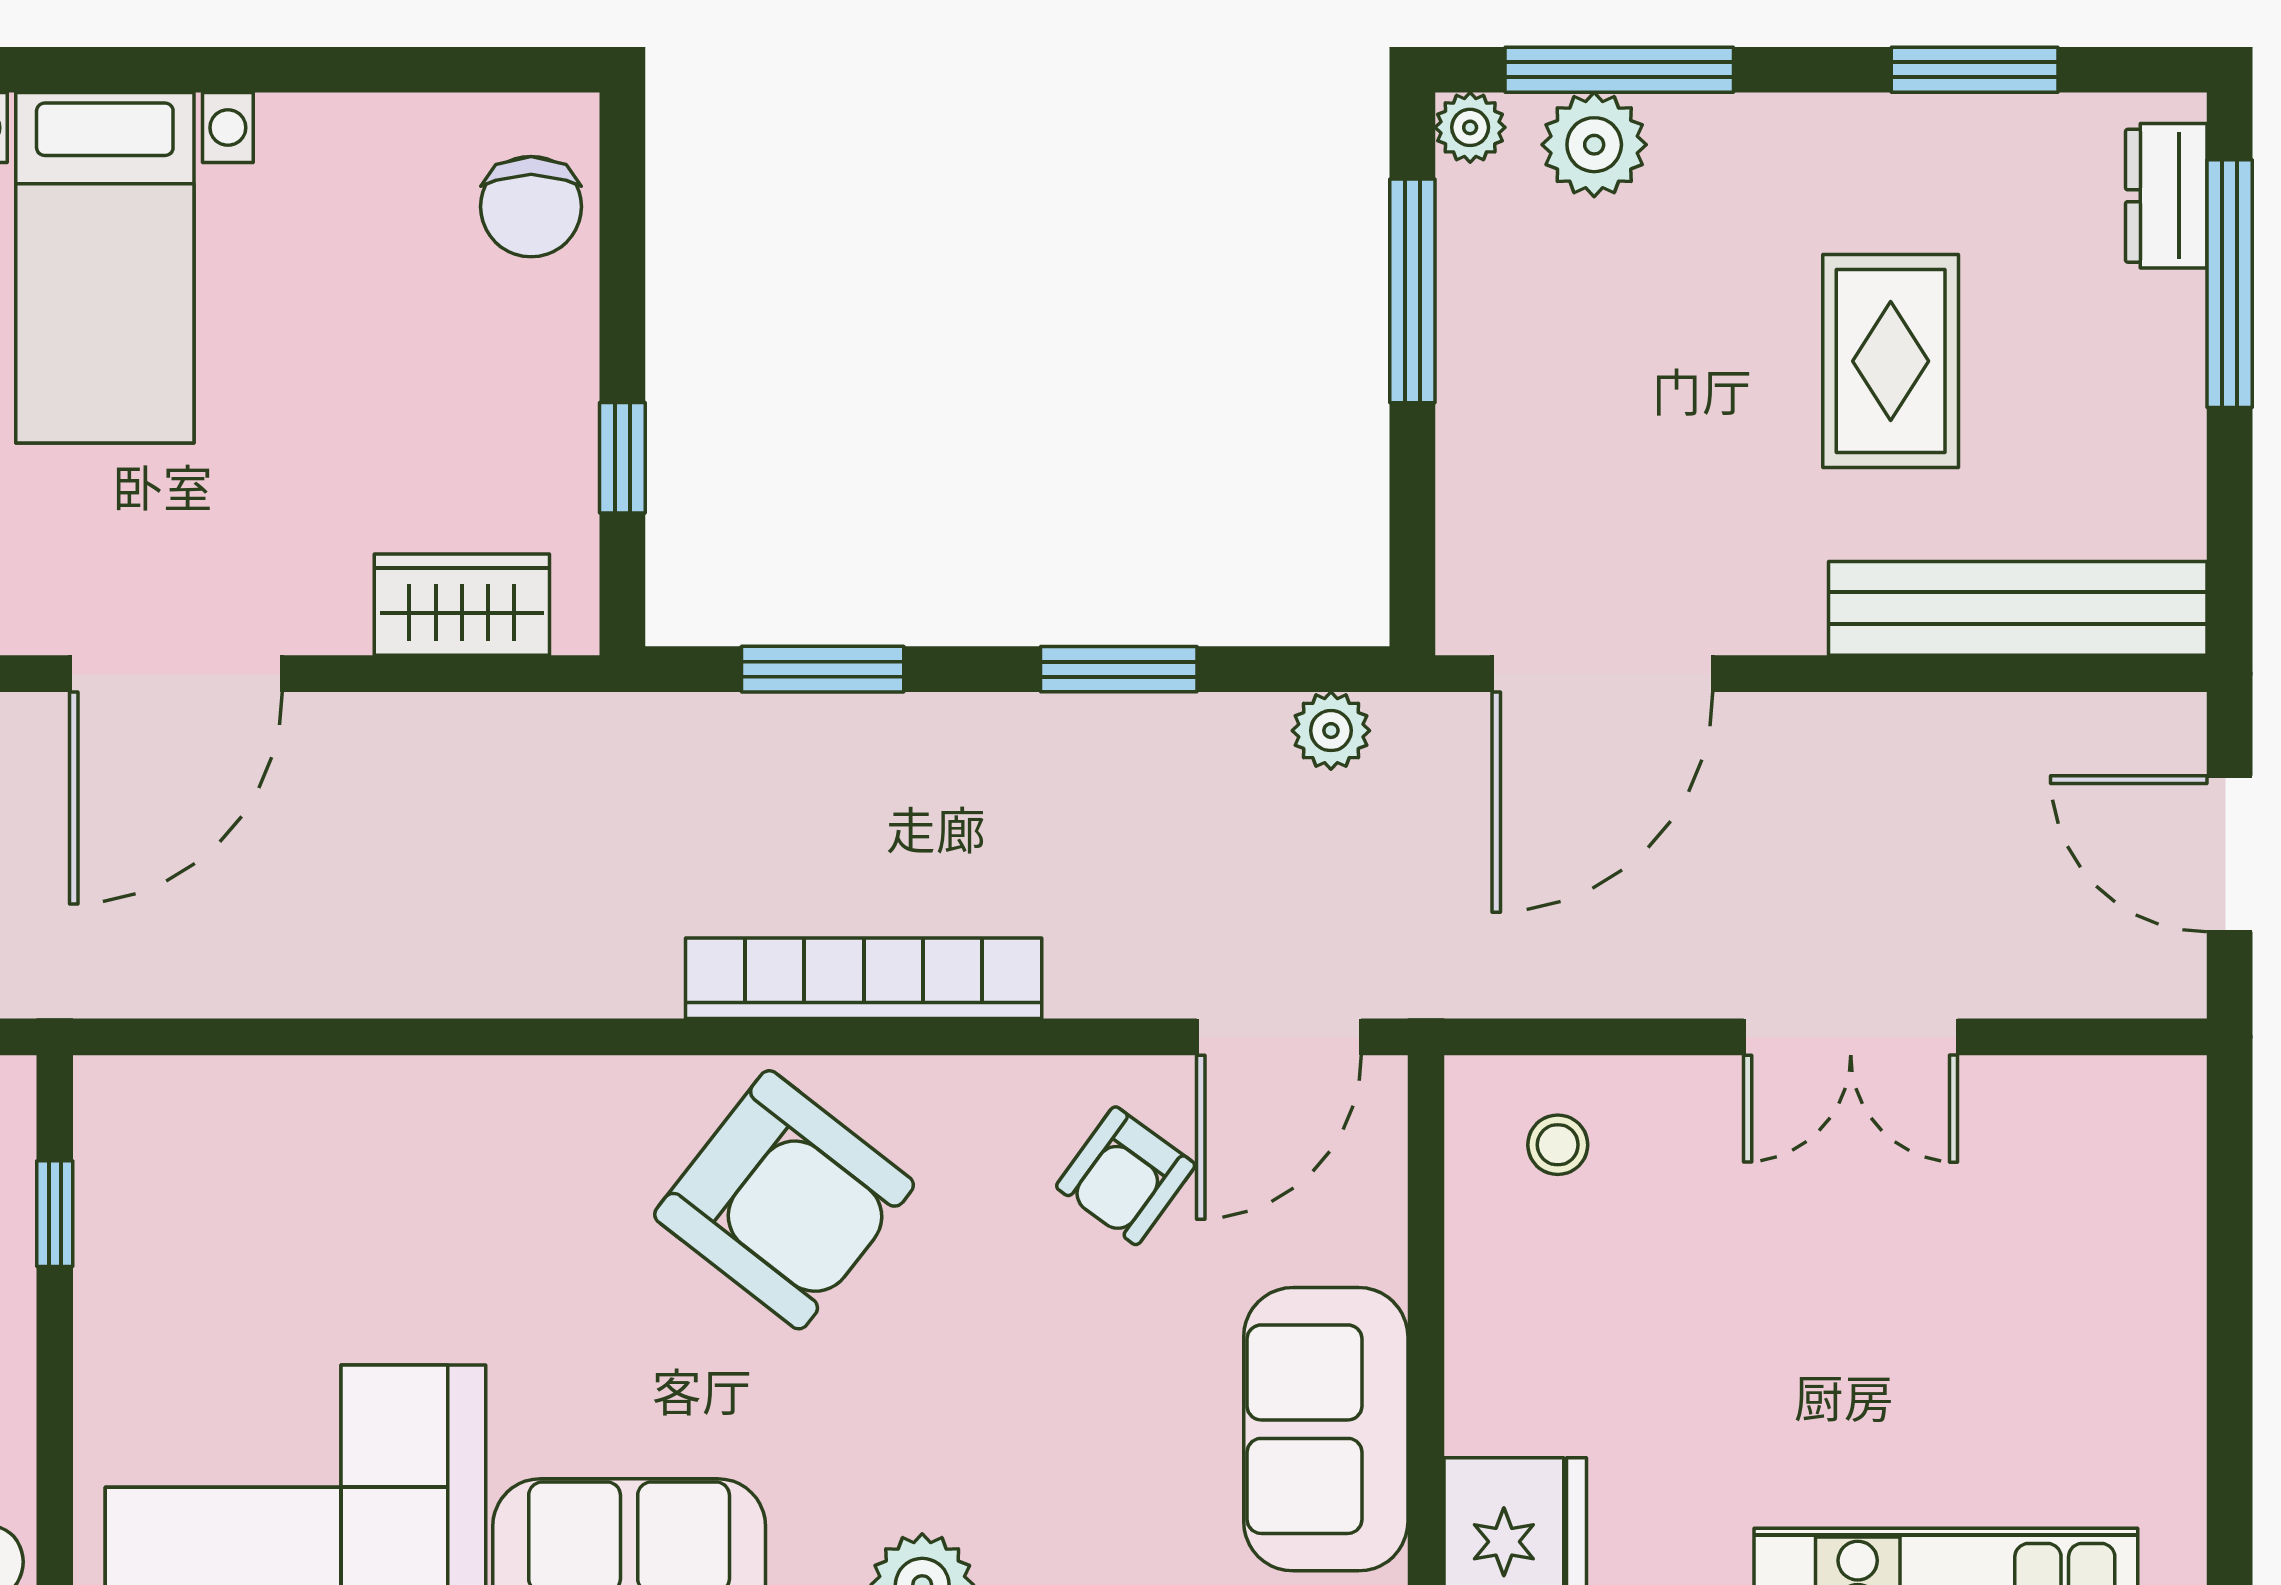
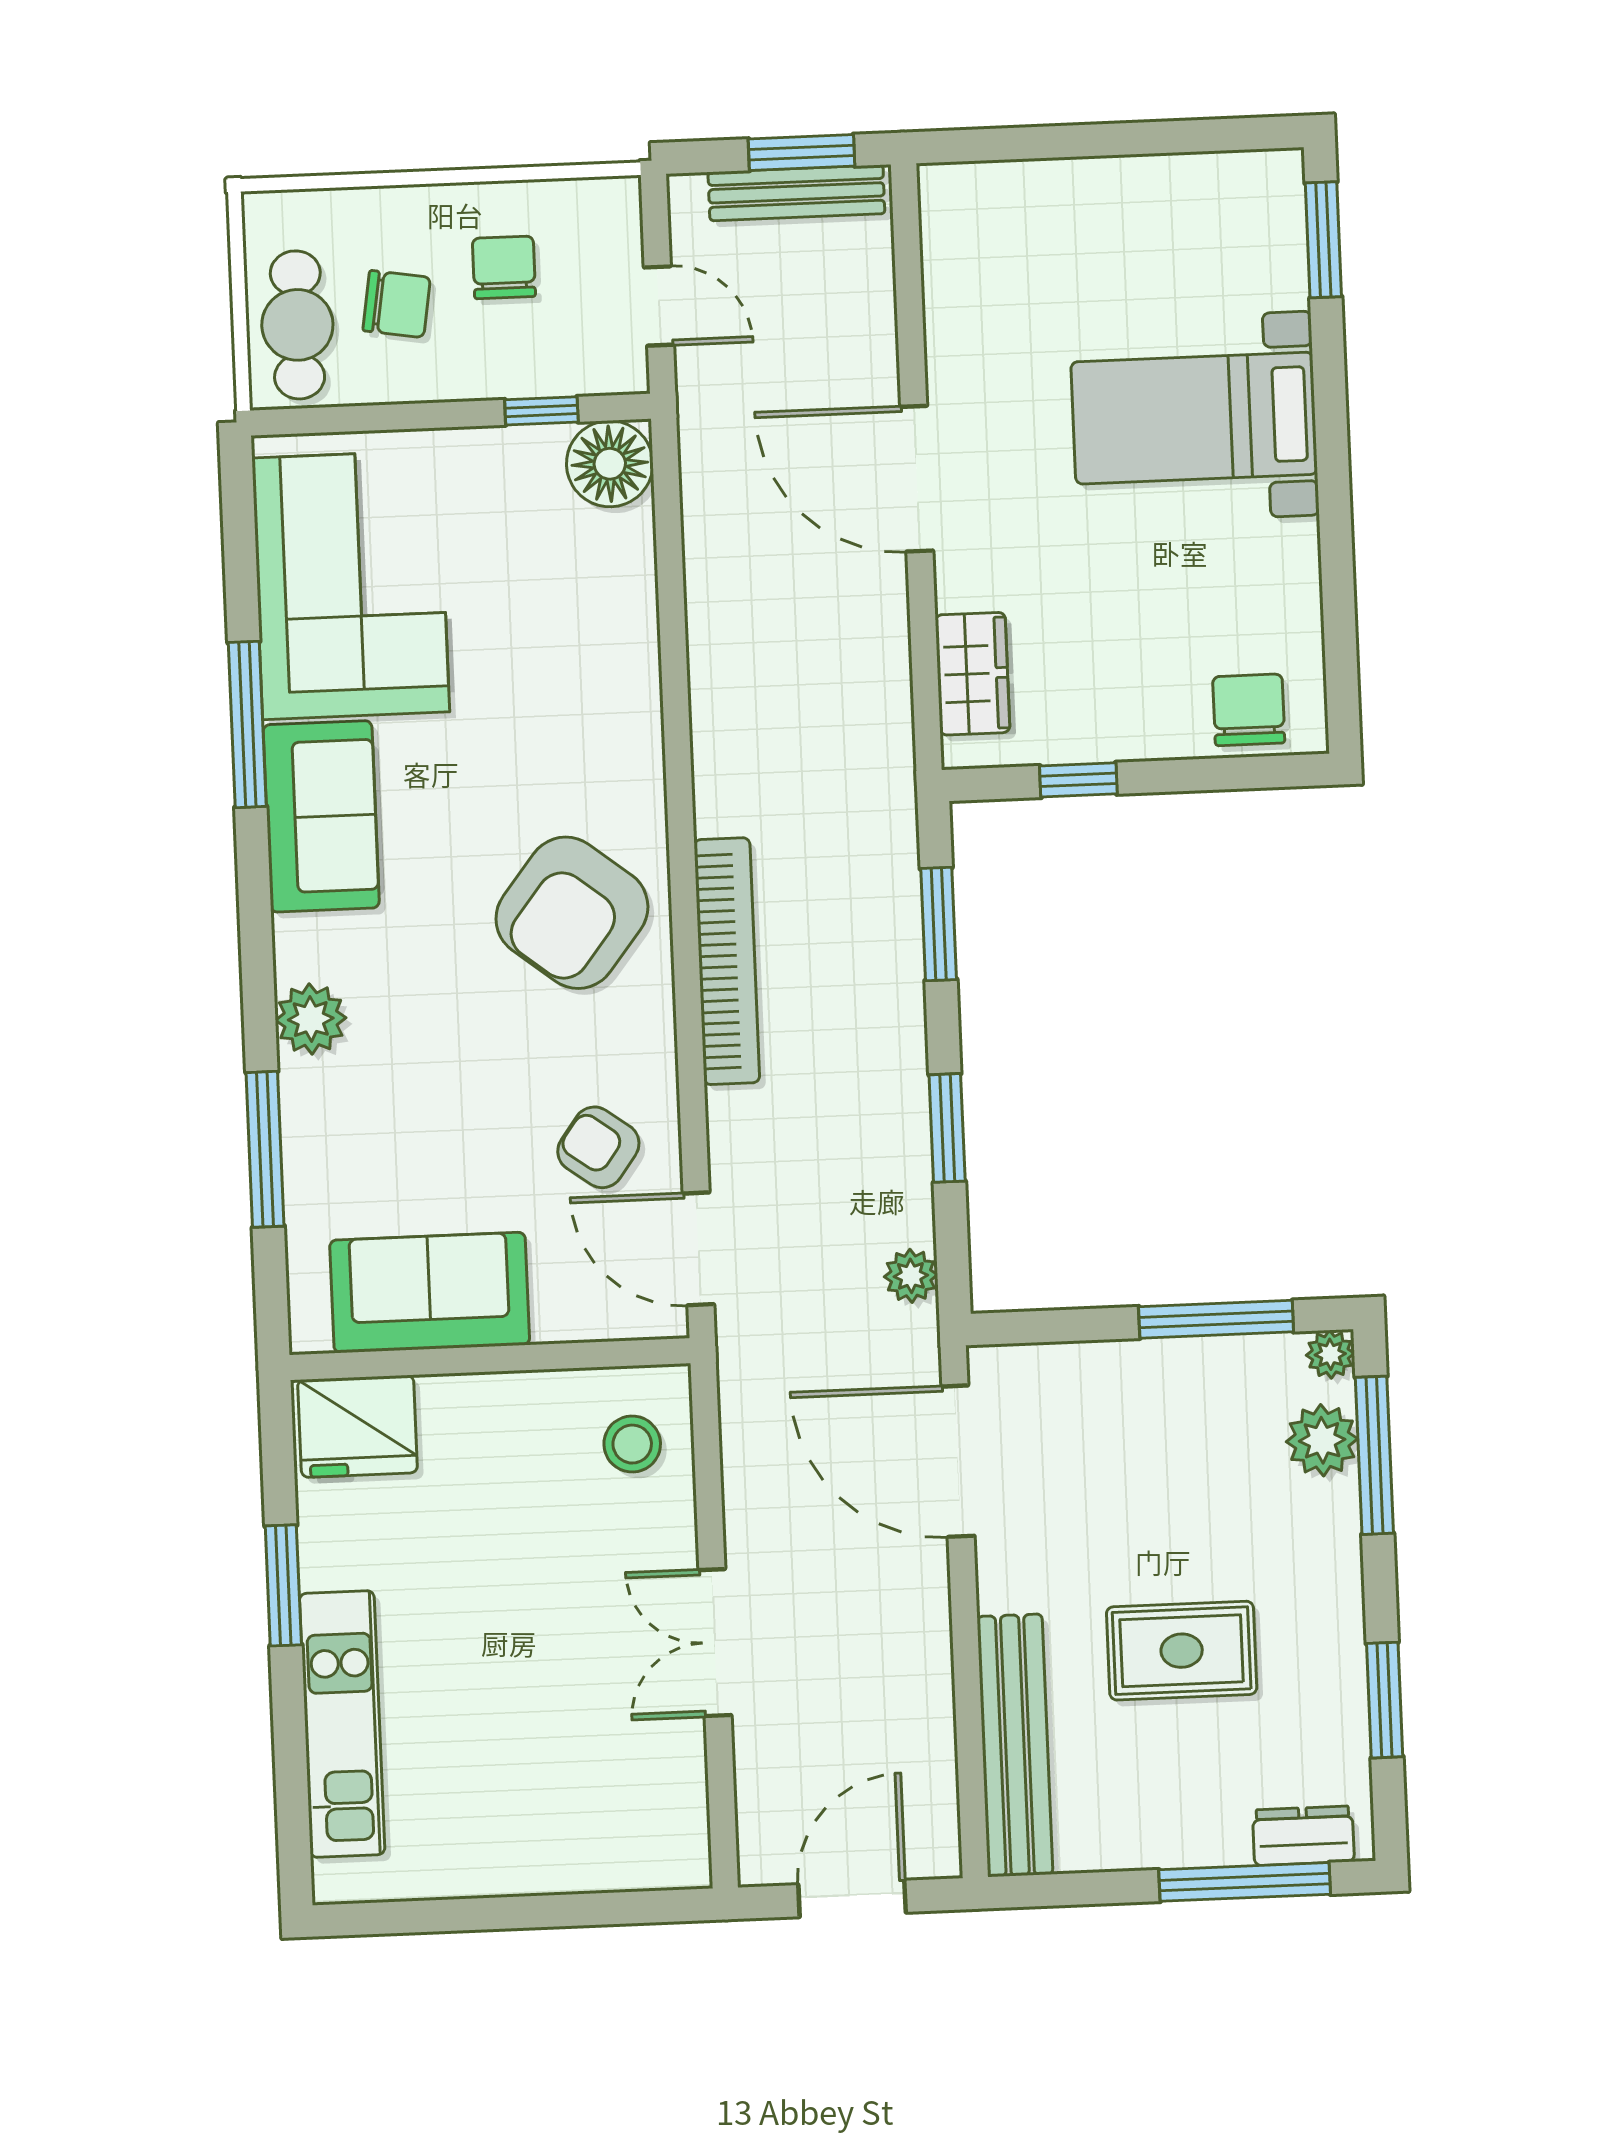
chair: (531, 207) -> (1249, 710), turned 90
floor lamp: (136, 1118) -> (610, 464), added
stool: (1558, 1145) -> (632, 1444), width x1.37, depth x1.37

